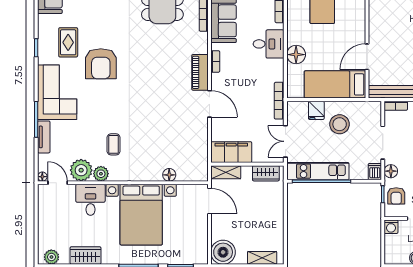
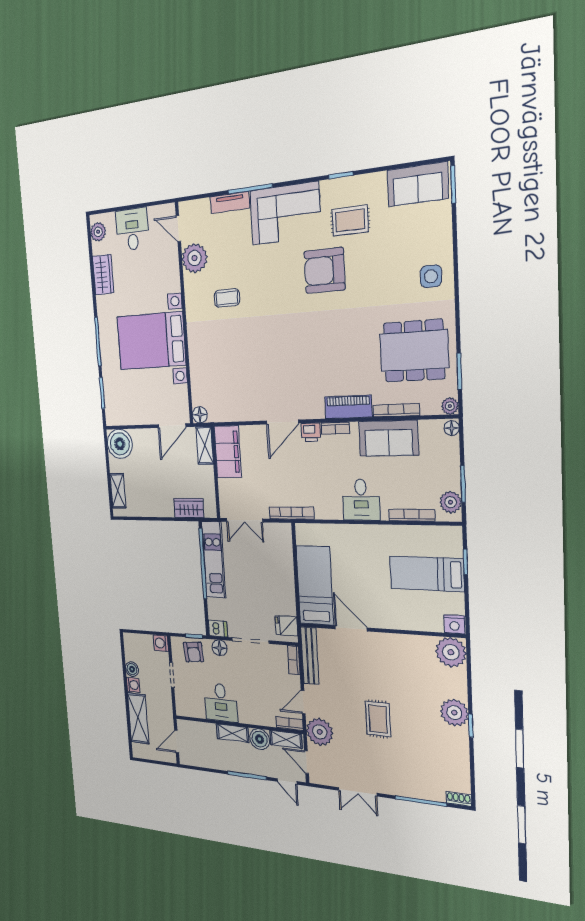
floor lamp: (296, 55) -> (349, 536), removed
piano: (200, 72) -> (348, 407), moved
printer: (218, 81) -> (311, 432), added
fridge: (316, 110) -> (286, 626), moved
stool: (340, 124) -> (268, 589), removed
double door: (285, 141) -> (244, 520), swing flipped
wardrobe: (266, 173) -> (189, 508), moved, turned 90
plant: (101, 174) -> (192, 285), removed
floor lamp: (169, 175) -> (200, 415), moved
floor lamp: (42, 177) -> (184, 207), removed
door: (58, 183) -> (178, 229), swing flipped
armchair: (396, 196) -> (193, 652), turned -95
desk: (90, 200) -> (132, 229), moved, turned -90

